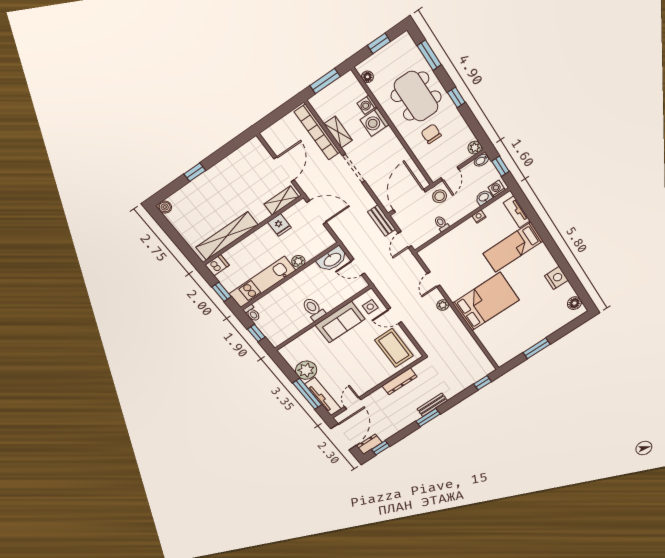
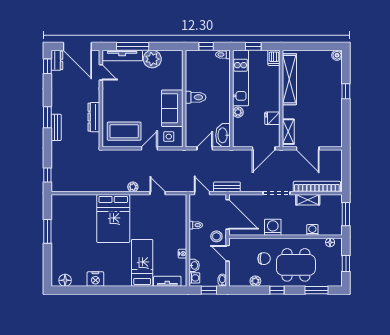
washing machine: (375, 122) -> (273, 227), moved
plant: (475, 148) -> (255, 281), moved

